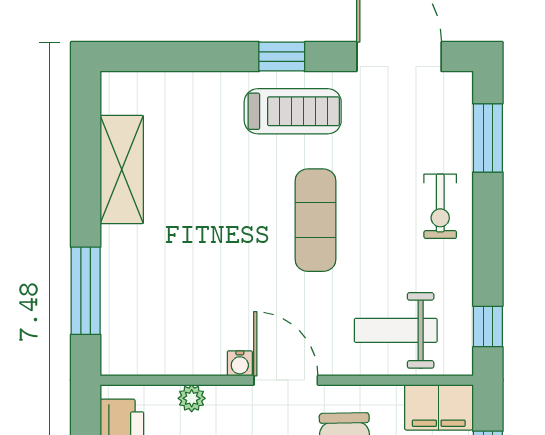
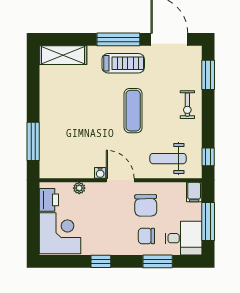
window: (282, 57) -> (118, 39), width x2.17
shelving: (122, 170) -> (63, 55), moved, turned 90
filing cabinet: (439, 407) -> (194, 192), width x0.50

